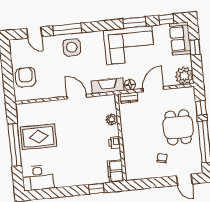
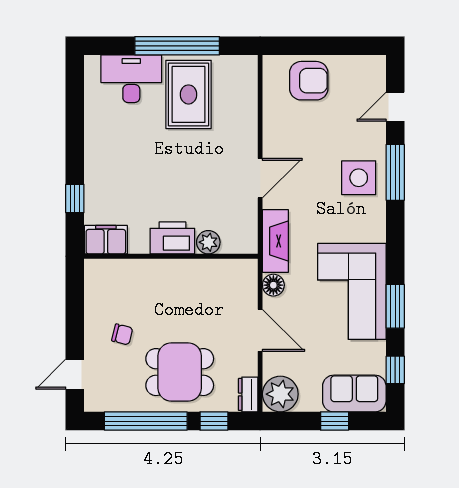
dresser: (129, 98) -> (248, 394), moved
printer: (114, 143) -> (172, 238), width x1.87, depth x1.48
desk: (38, 178) -> (131, 79), moved, turned 90

